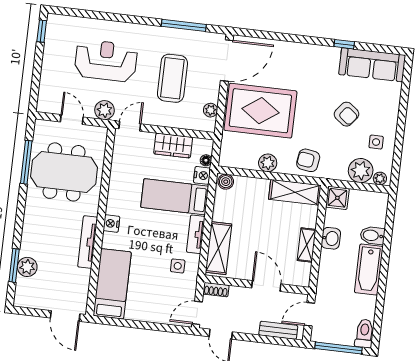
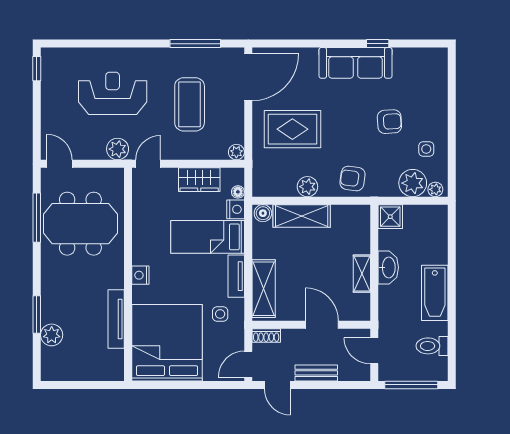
sofa: (372, 65) -> (356, 63), moved
plant: (211, 110) -> (236, 152), moved
rug: (260, 111) -> (292, 129), width x0.73, depth x0.69
armchair: (347, 114) -> (389, 122), turned -42
door: (72, 119) -> (59, 164), moved
shelving: (295, 192) -> (302, 216), moved
bidet: (372, 235) -> (434, 254), removed
washbasin: (331, 238) -> (388, 267), width x1.38
tv unit: (88, 242) -> (116, 319), moved
window: (14, 265) -> (37, 315), moved
bed: (112, 284) -> (167, 343), width x2.04
door: (309, 314) -> (374, 351), hinge flipped
door: (65, 316) -> (101, 385), removed
bench: (278, 330) -> (316, 373), moved
toilet: (364, 333) -> (432, 346), moved, turned -90

